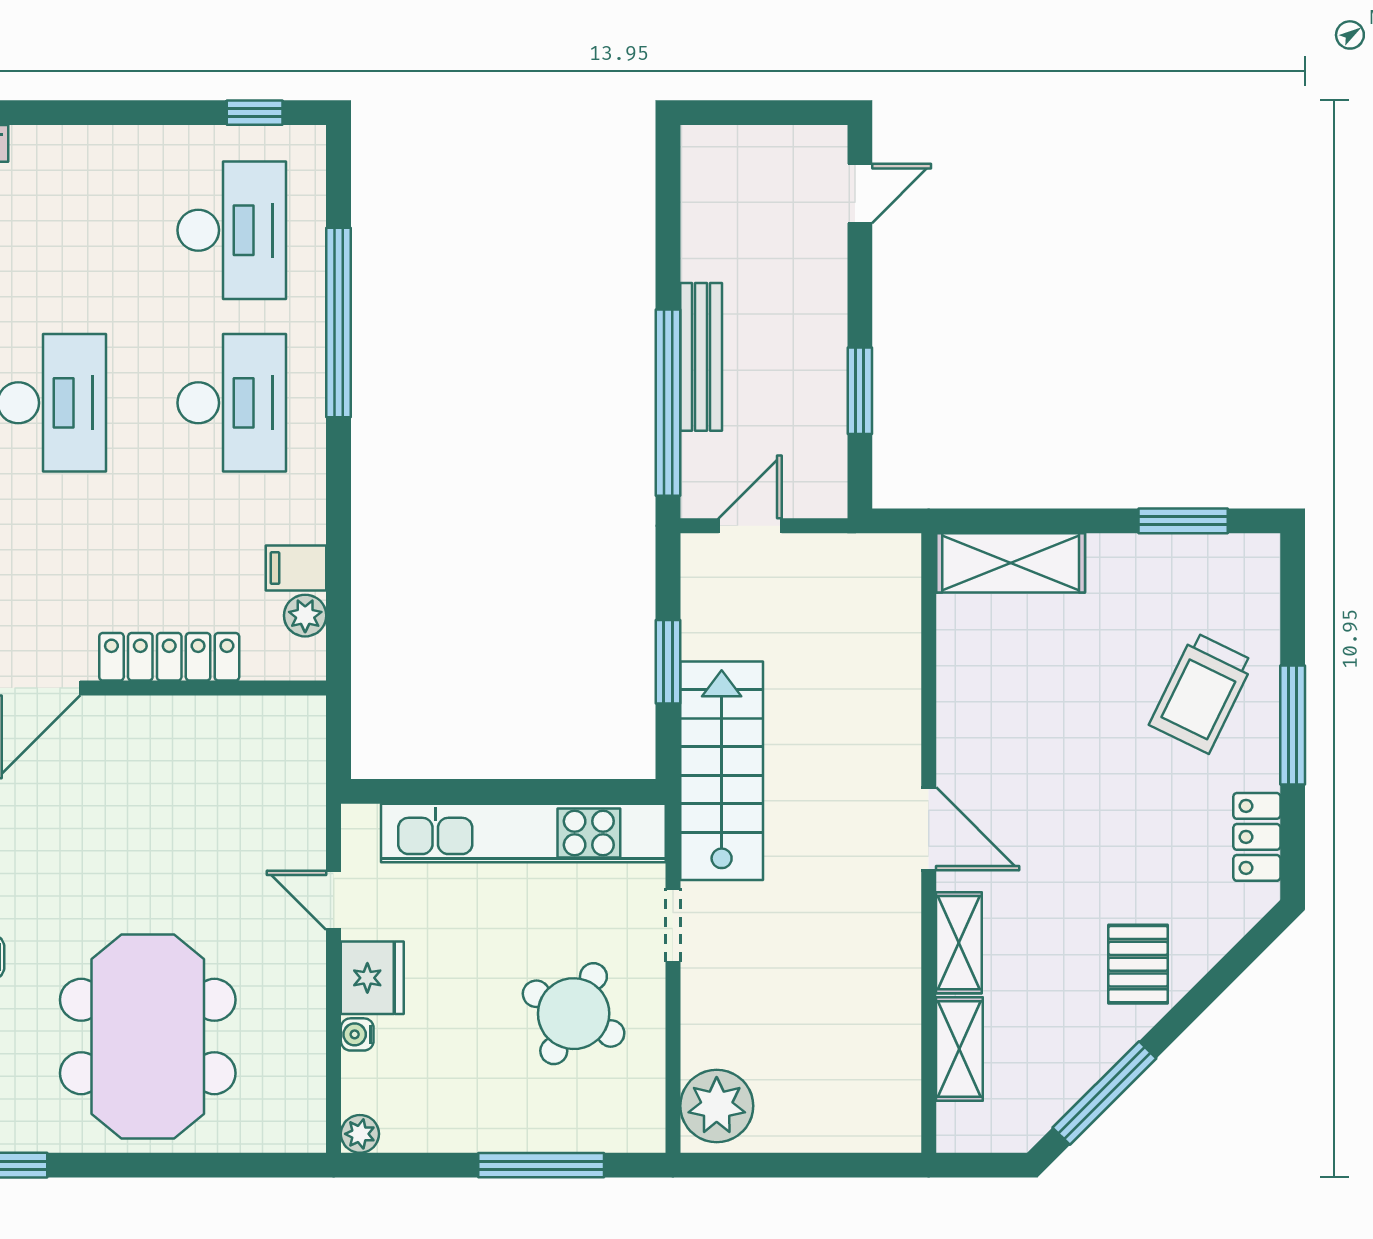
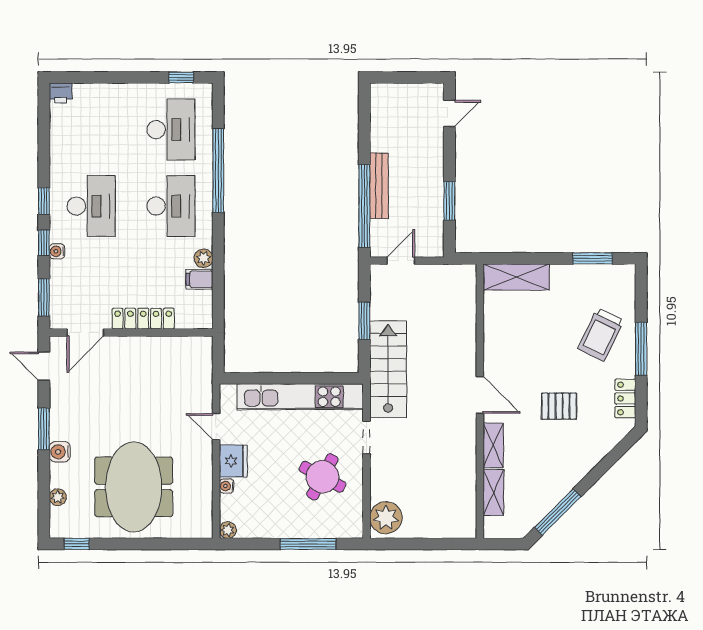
plant: (305, 616) -> (203, 258), moved
pallet: (1138, 964) -> (559, 406), moved, turned 90

